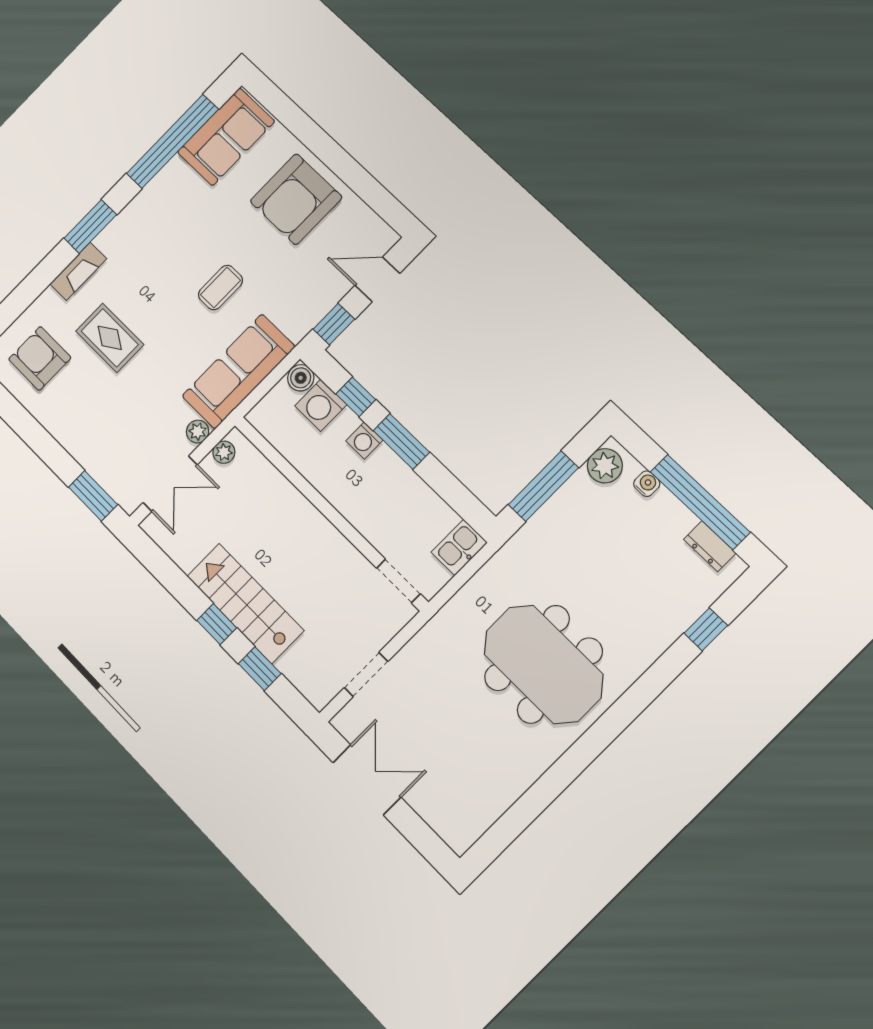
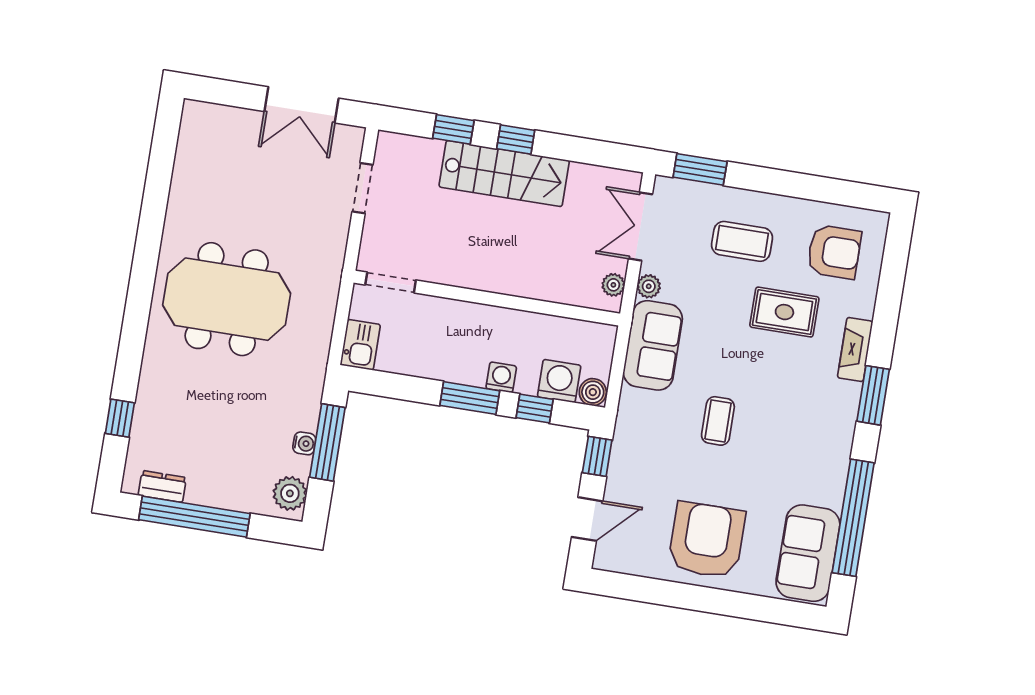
sofa: (238, 371) -> (653, 345), width x0.73
coffee table: (102, 416) -> (742, 241), added
water cooler: (647, 484) -> (304, 443), moved, turned -90

